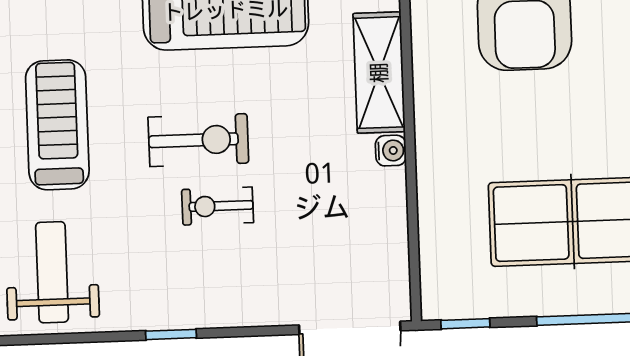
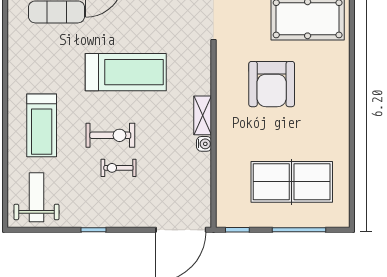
shelving: (379, 73) -> (203, 115), width x0.67, depth x0.75
treadmill: (57, 125) -> (42, 125), turned 180

